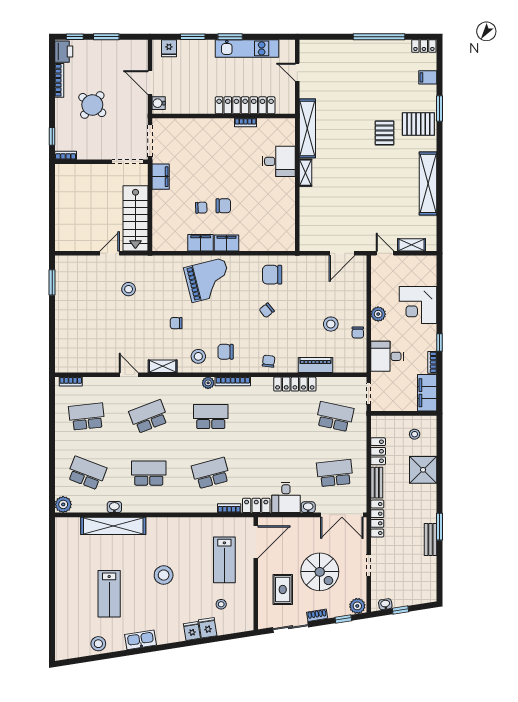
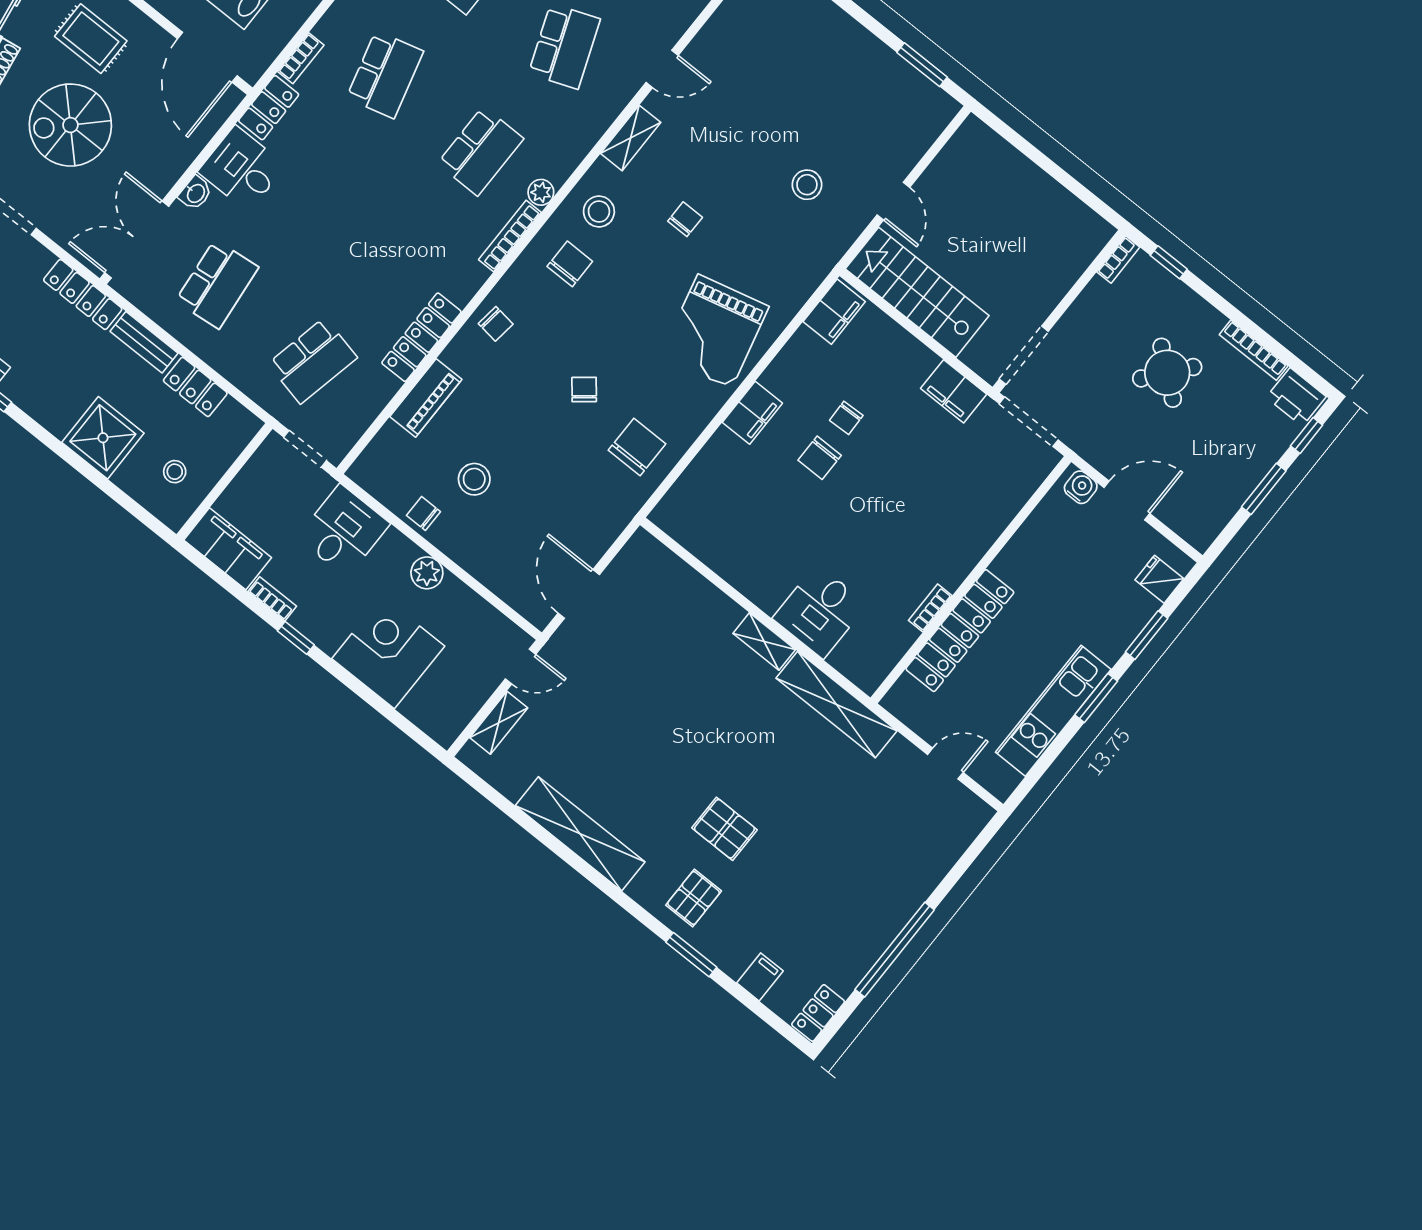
pallet: (418, 124) -> (694, 898), width x0.67, depth x0.71
filing cabinet: (201, 243) -> (834, 312), moved

